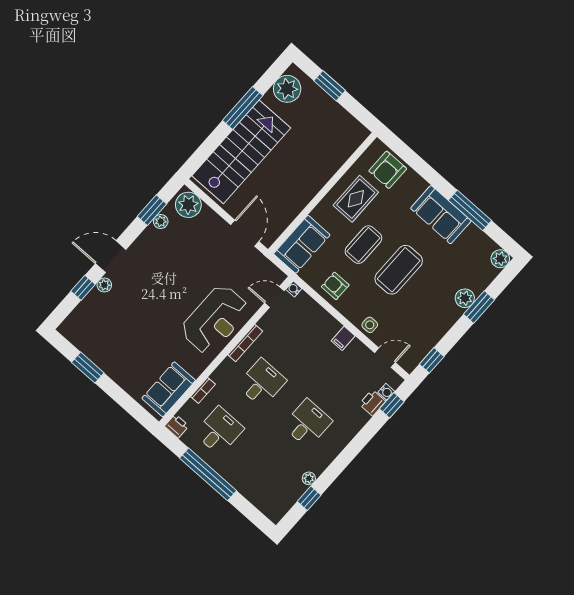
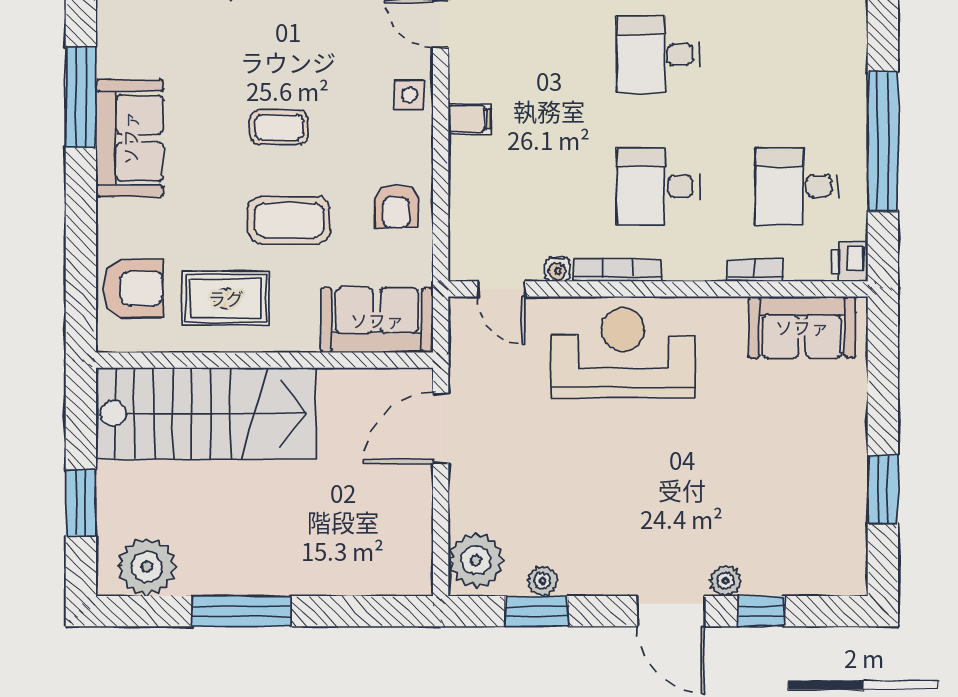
stairs: (241, 152) -> (206, 413), moved, turned 180
coffee table: (399, 270) -> (279, 127), width x0.54, depth x0.58
water cooler: (294, 289) -> (558, 269), moved

